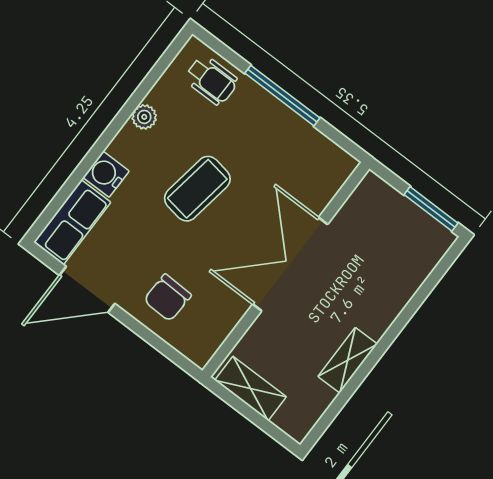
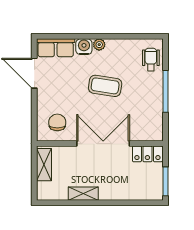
wheelchair: (211, 80) -> (151, 60), turned 180
plant: (144, 117) -> (99, 45), moved
locker: (363, 204) -> (147, 154), added
chair: (167, 298) -> (57, 122), moved, turned 88

